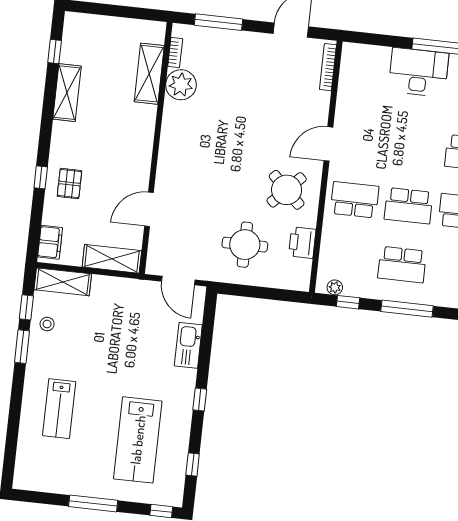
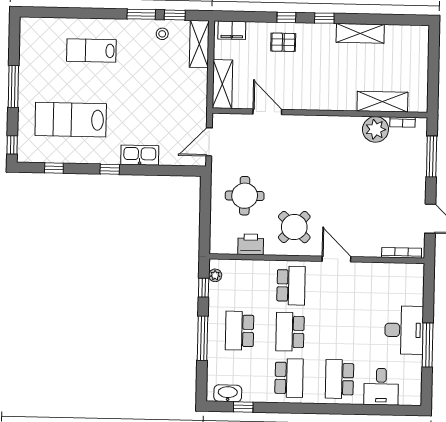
window: (55, 52) -> (324, 18), moved
kitchen sink: (188, 345) -> (140, 155), moved

